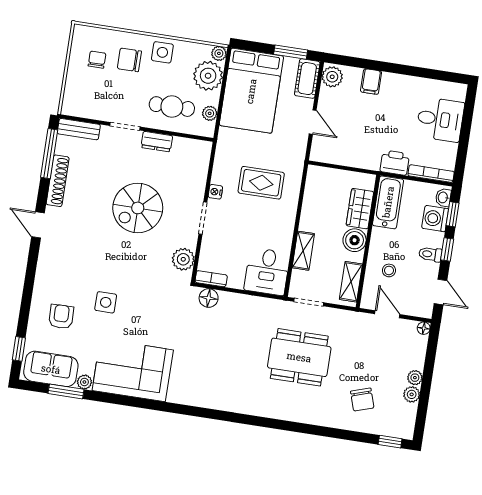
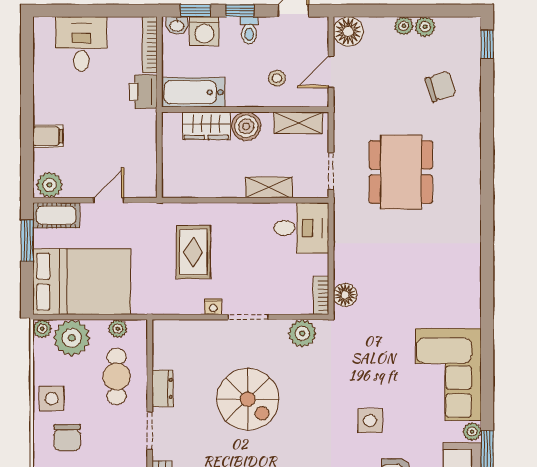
floor lamp: (424, 328) -> (348, 31), width x1.89, depth x1.89

